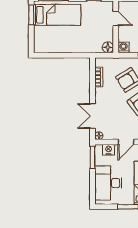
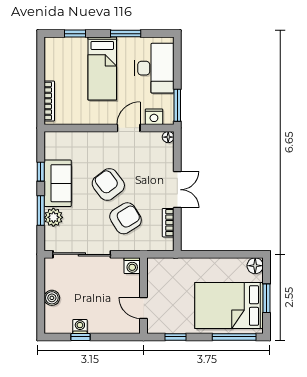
window: (31, 15) -> (267, 298), moved
bed: (57, 15) -> (229, 306), width x1.50
floor lamp: (108, 47) -> (255, 266), moved
double door: (93, 116) -> (177, 190), moved

